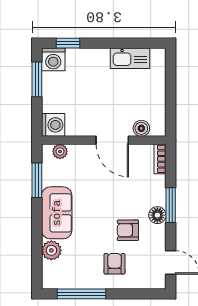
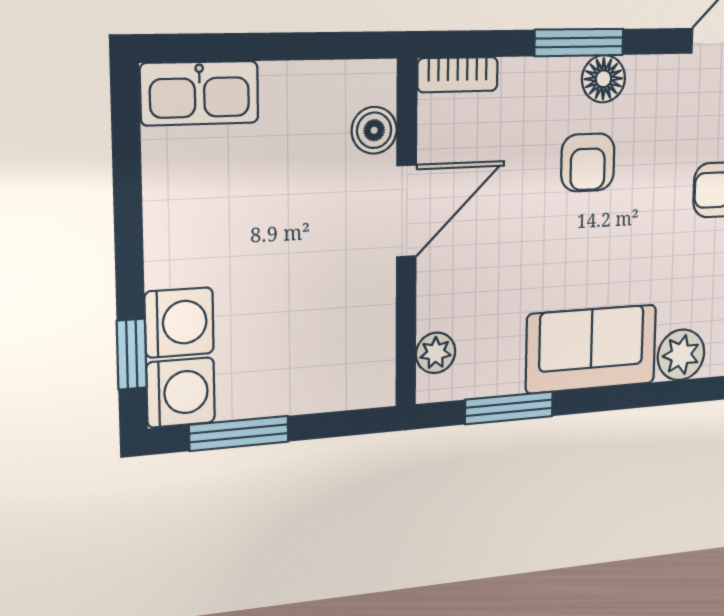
kitchen sink: (130, 58) -> (200, 93), moved, turned 90
washing machine: (53, 125) -> (179, 323), moved, turned 90
armchair: (128, 230) -> (588, 162), moved

